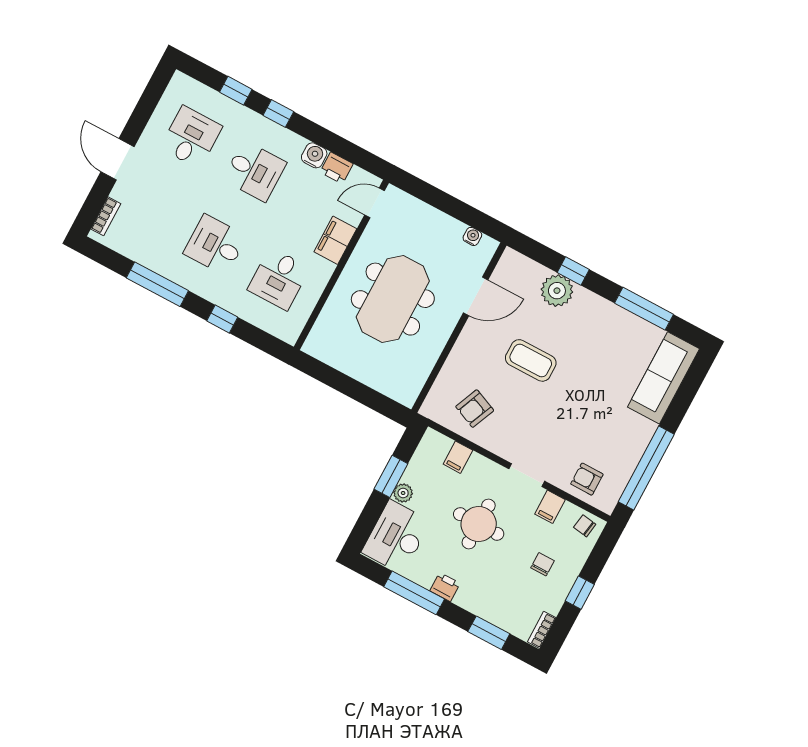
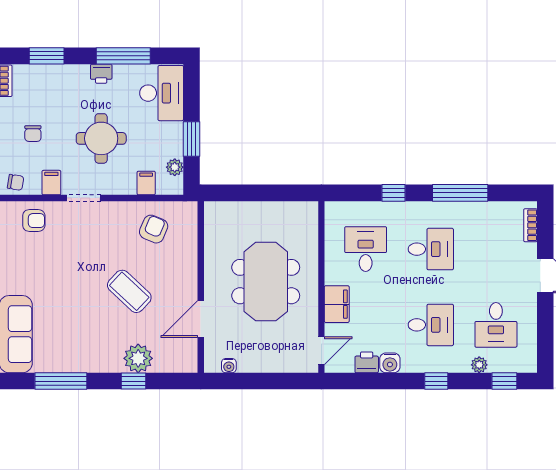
window: (236, 91) -> (504, 381), moved
plant: (228, 107) -> (479, 365), added
desk: (255, 171) -> (431, 325), turned 180
coffee table: (531, 360) -> (129, 291), turned 43
plant: (403, 493) -> (175, 167), moved

